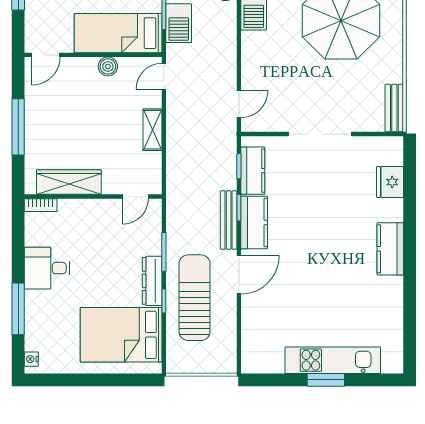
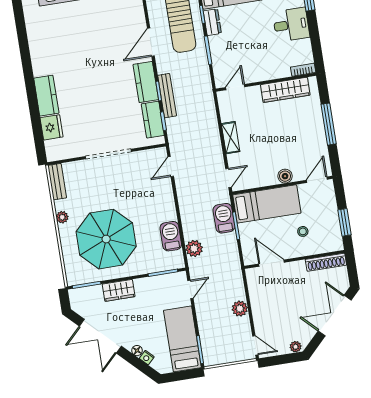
plant: (395, 59) -> (62, 217), added
boiler: (108, 66) -> (285, 176), moved
bench: (229, 220) -> (167, 96), moved
kitchen counter: (390, 249) -> (46, 96), moved
dresser: (152, 281) -> (212, 22), width x0.70

